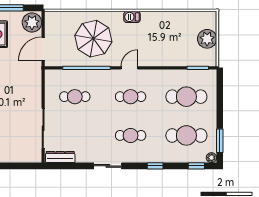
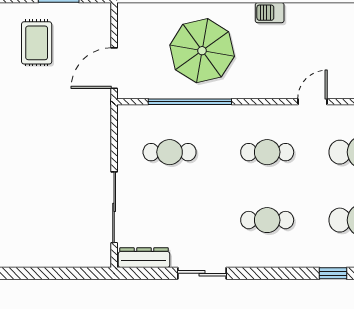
plant: (32, 22) -> (95, 22), removed
door: (129, 68) -> (312, 102), moved
sliding door: (108, 166) -> (202, 273), moved
window: (155, 166) -> (333, 273), moved

